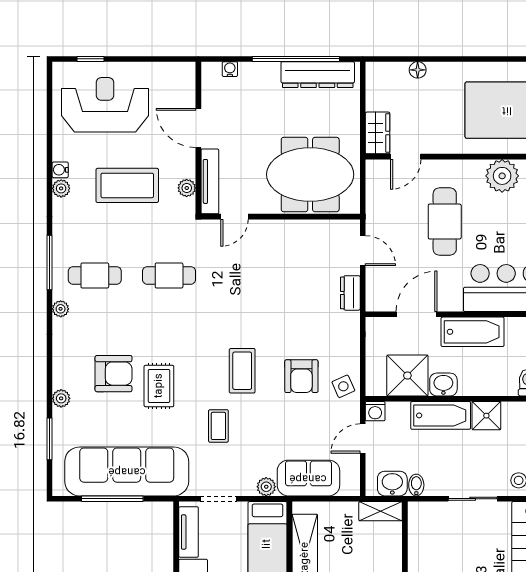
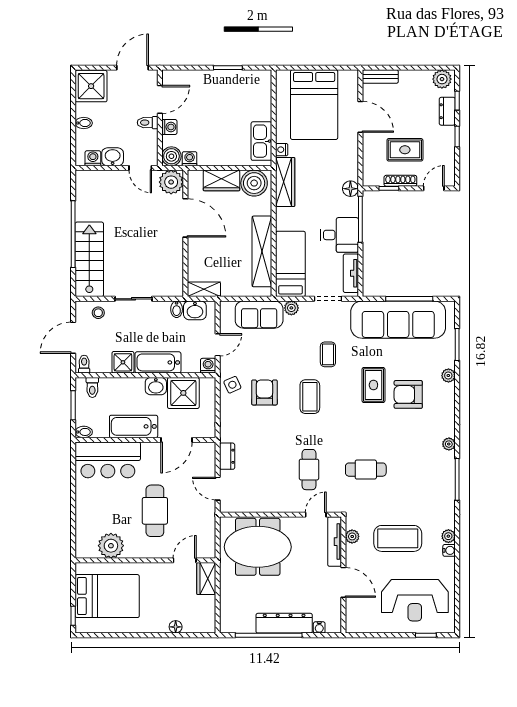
dresser: (318, 75) -> (284, 623), moved
cafe table: (95, 275) -> (309, 470), moved, turned 90

